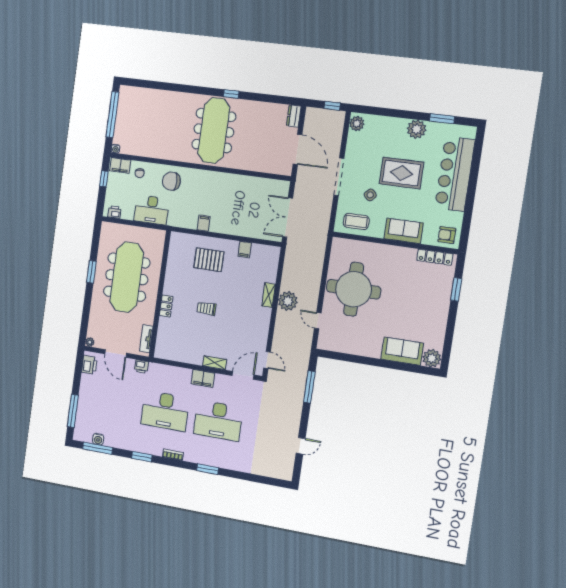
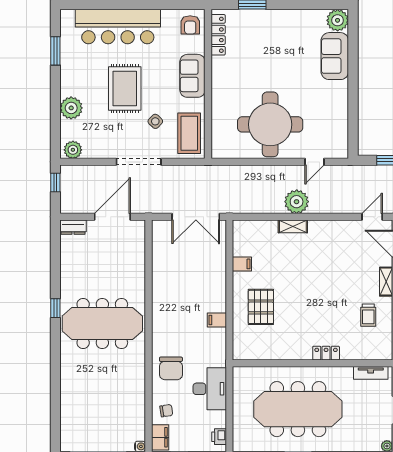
plant: (417, 129) -> (71, 108), moved
coffee table: (356, 222) -> (189, 133), width x1.36, depth x1.32
trolley: (206, 309) -> (368, 315), moved

